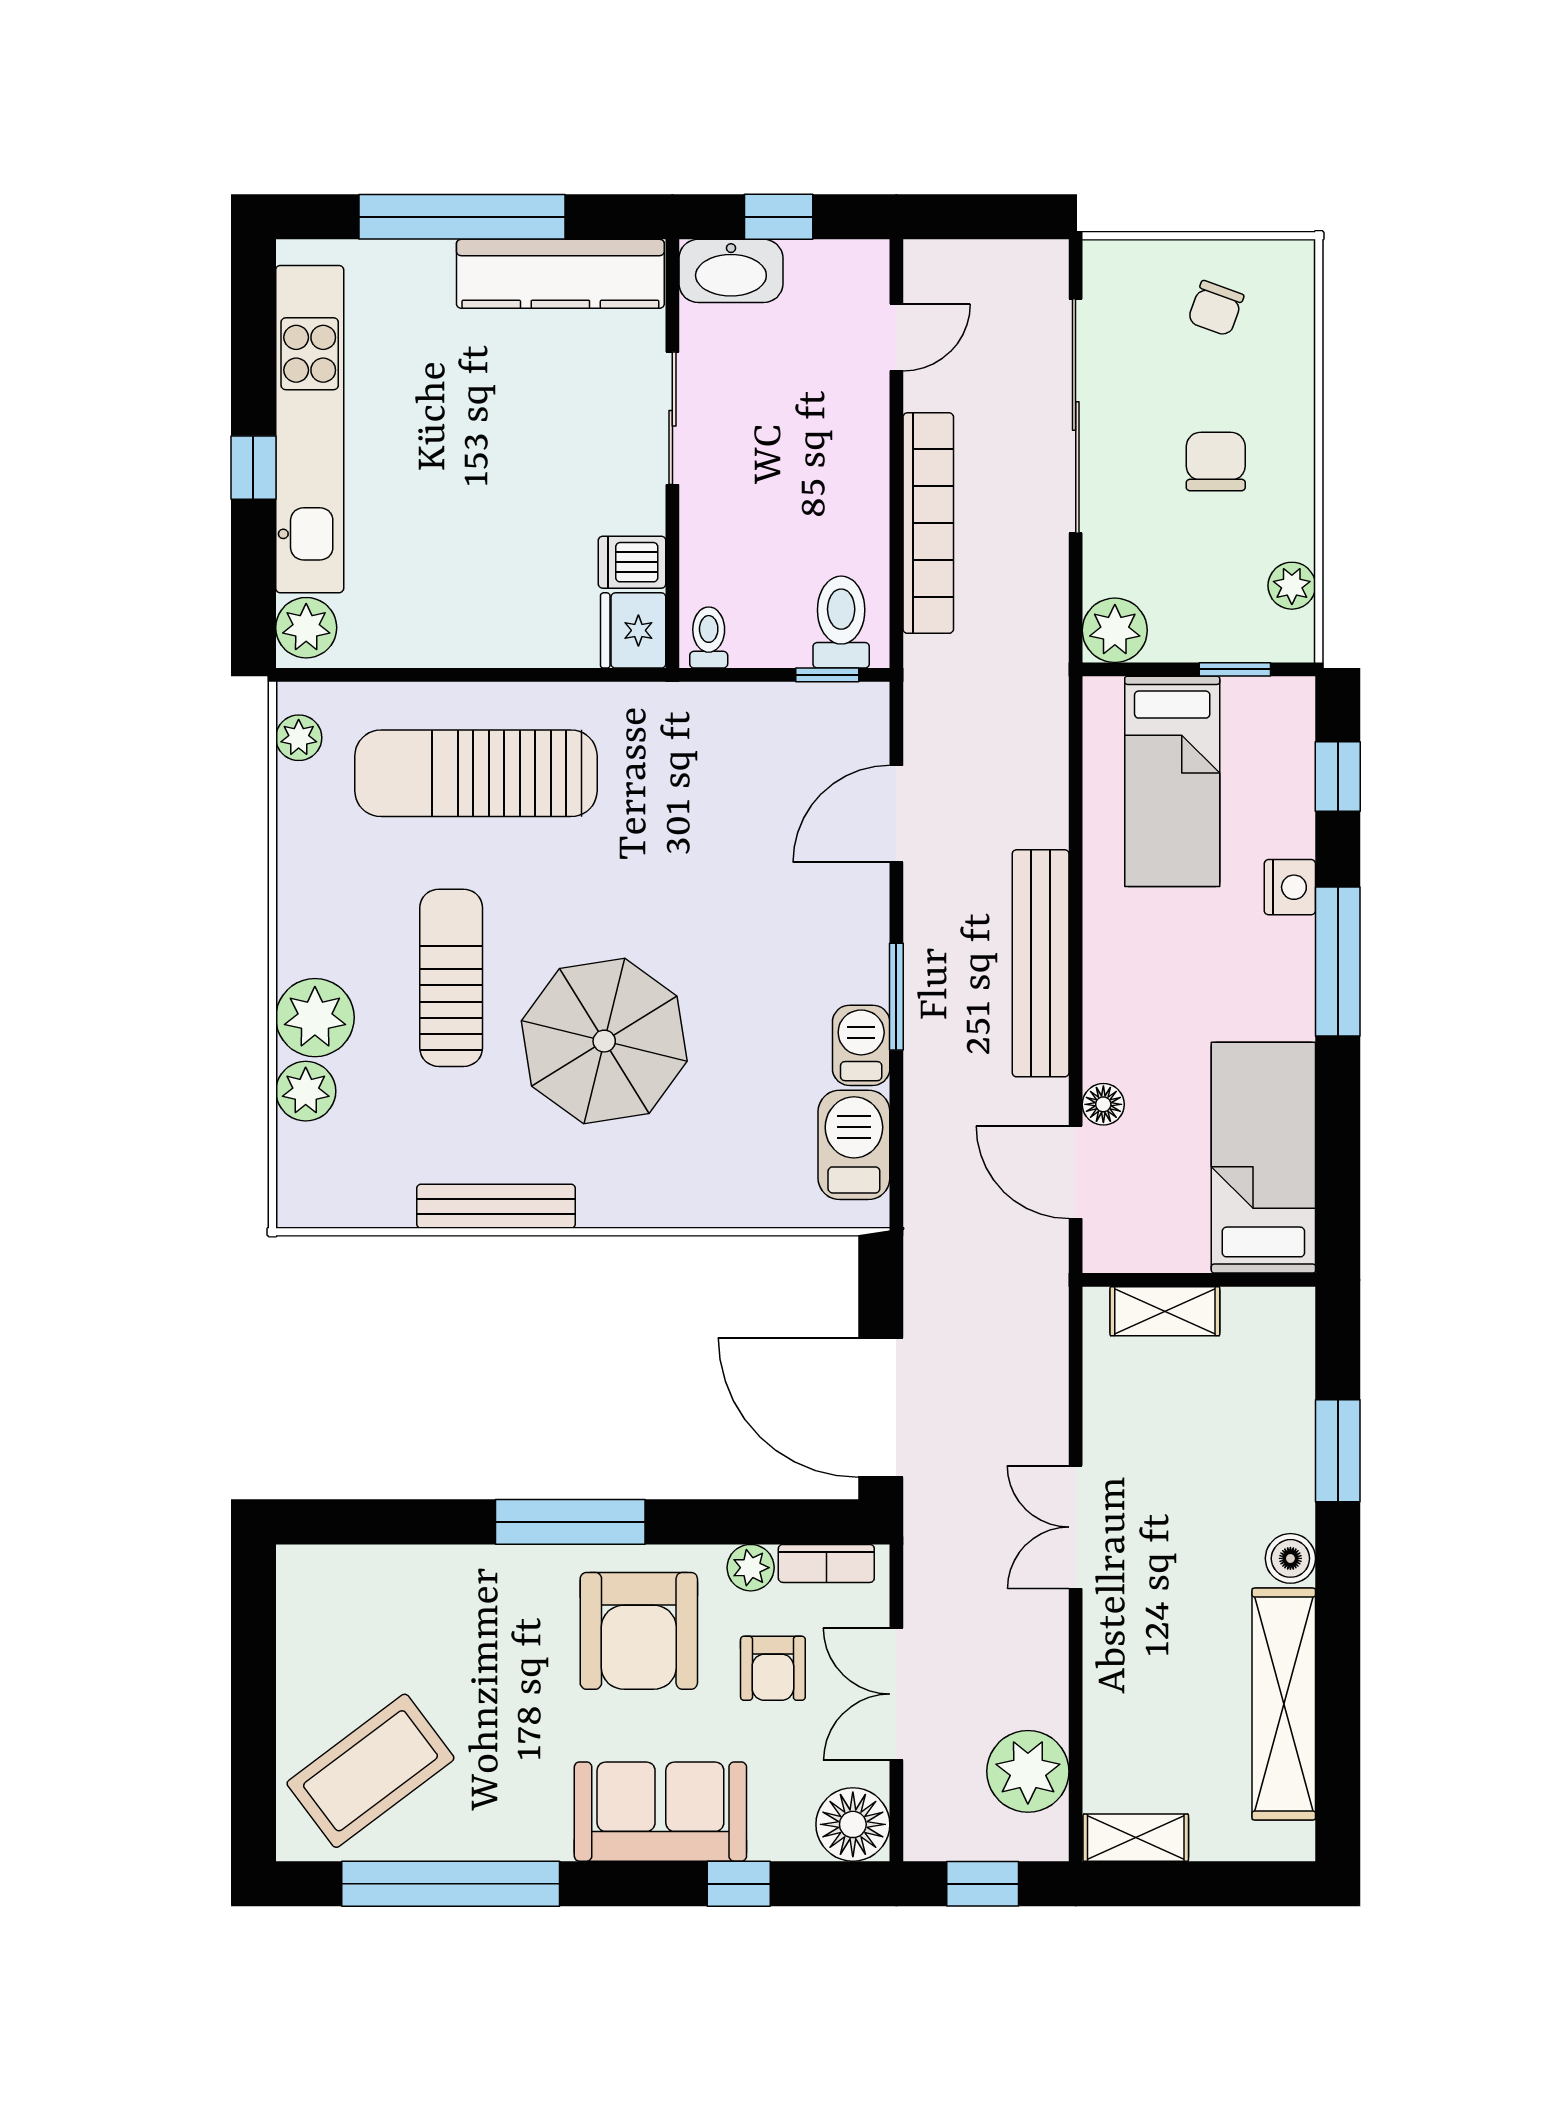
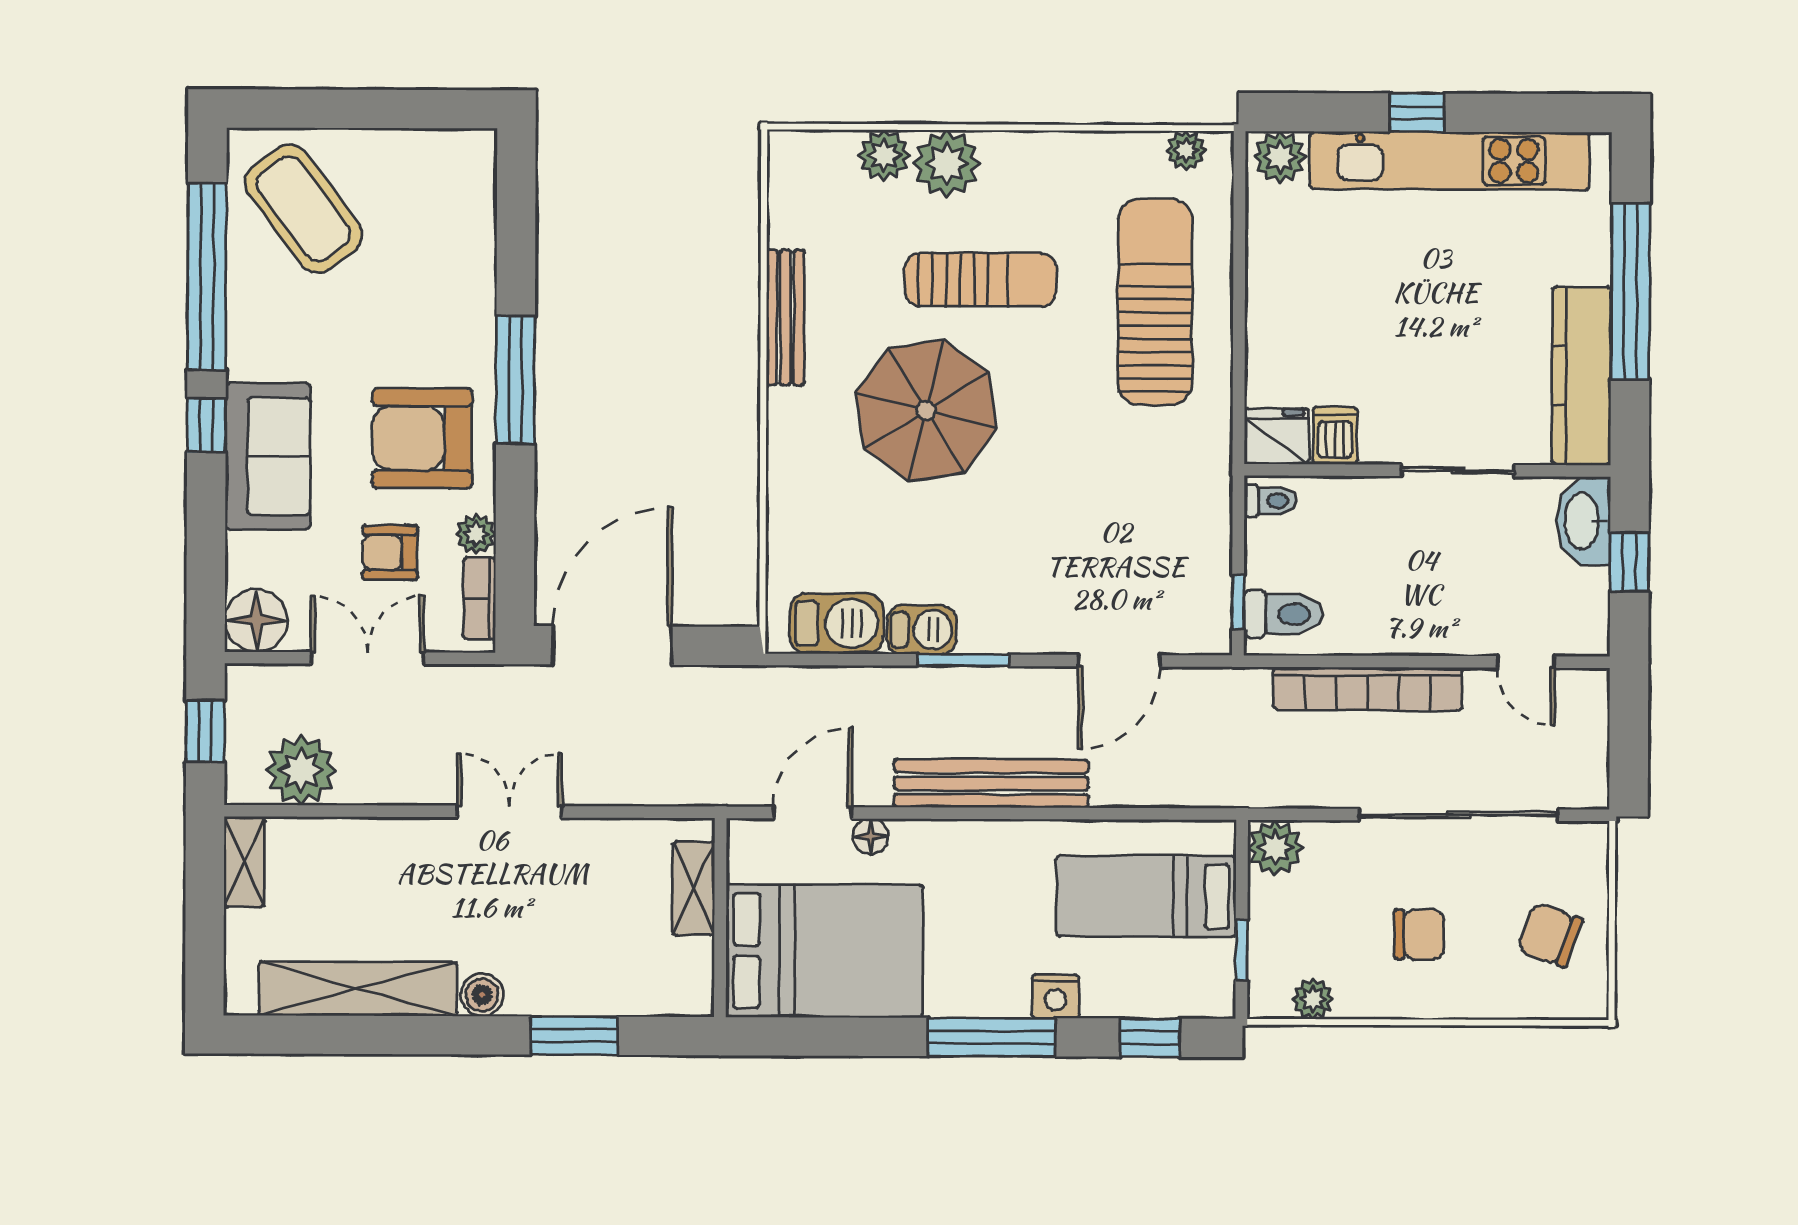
chair: (1216, 308) -> (1550, 935), width x1.37, depth x1.37
door: (896, 814) -> (1119, 661), swing flipped
bed: (1263, 1158) -> (825, 951), width x1.50
window: (739, 1884) -> (206, 425), moved

